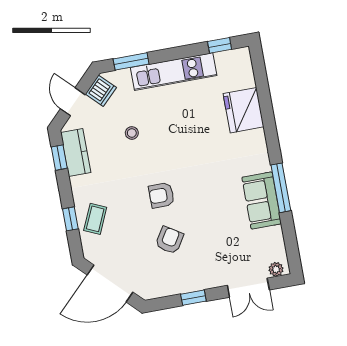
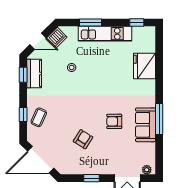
window: (131, 61) -> (90, 22), moved
door: (73, 102) -> (38, 41), swing flipped
armchair: (161, 195) -> (114, 121), moved

